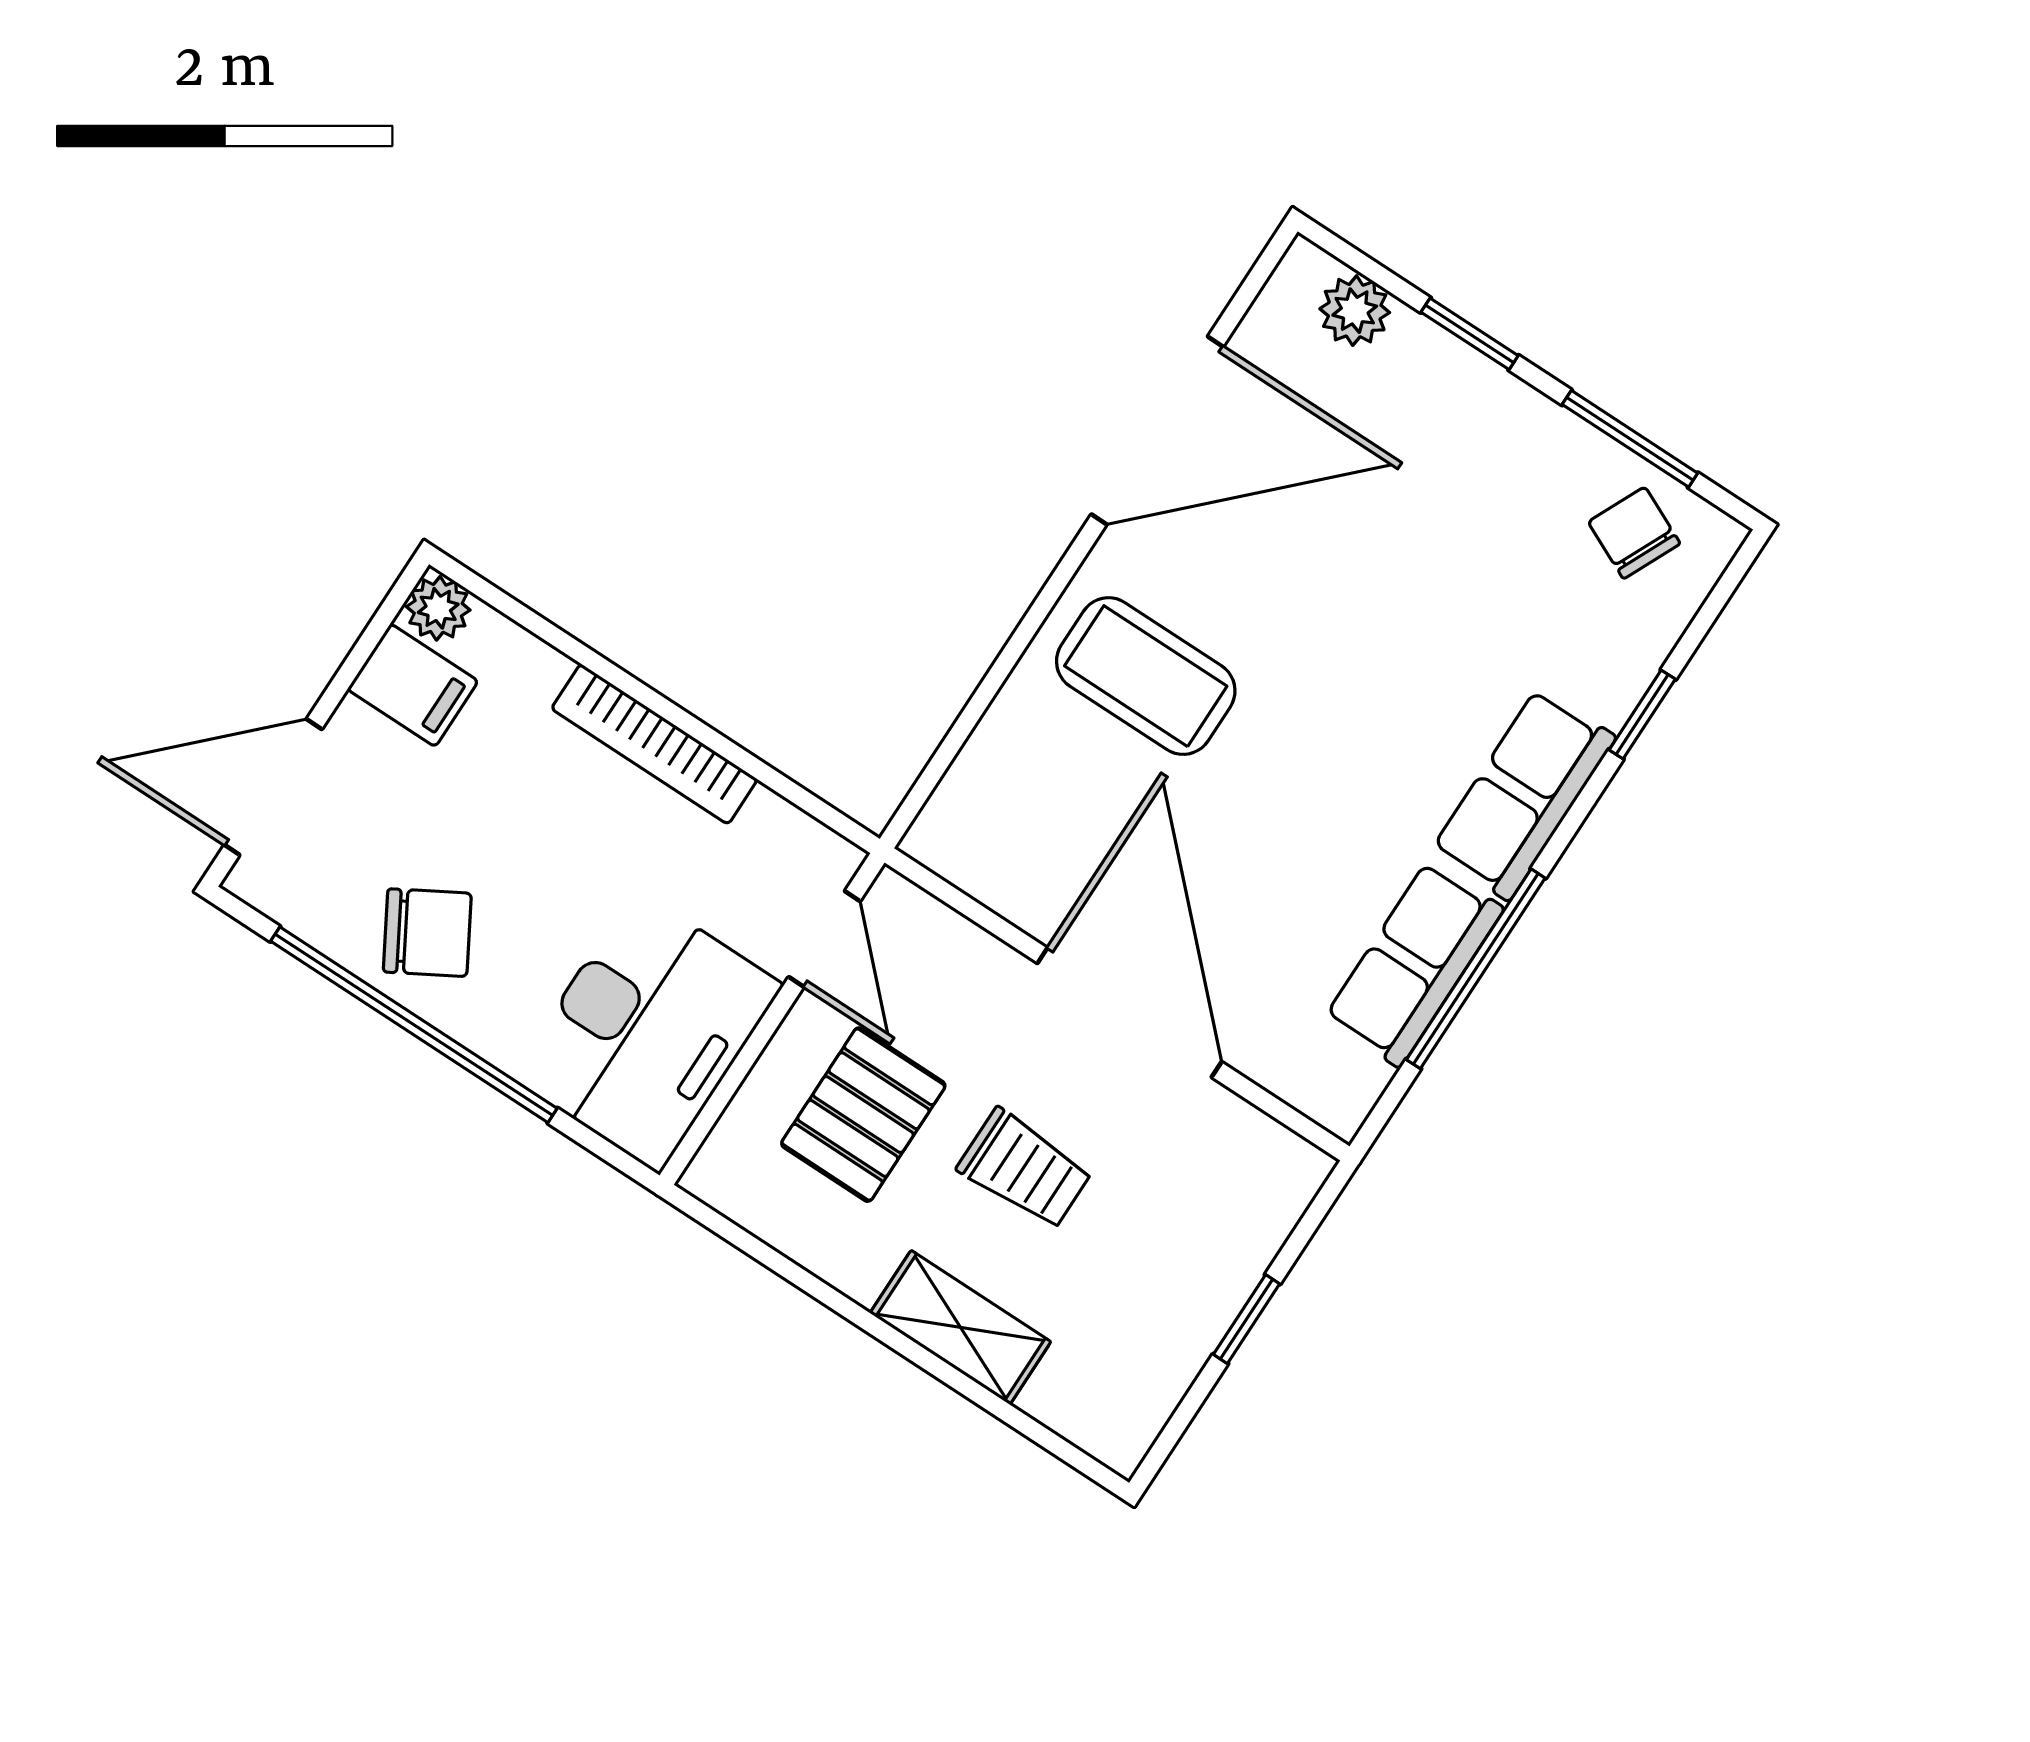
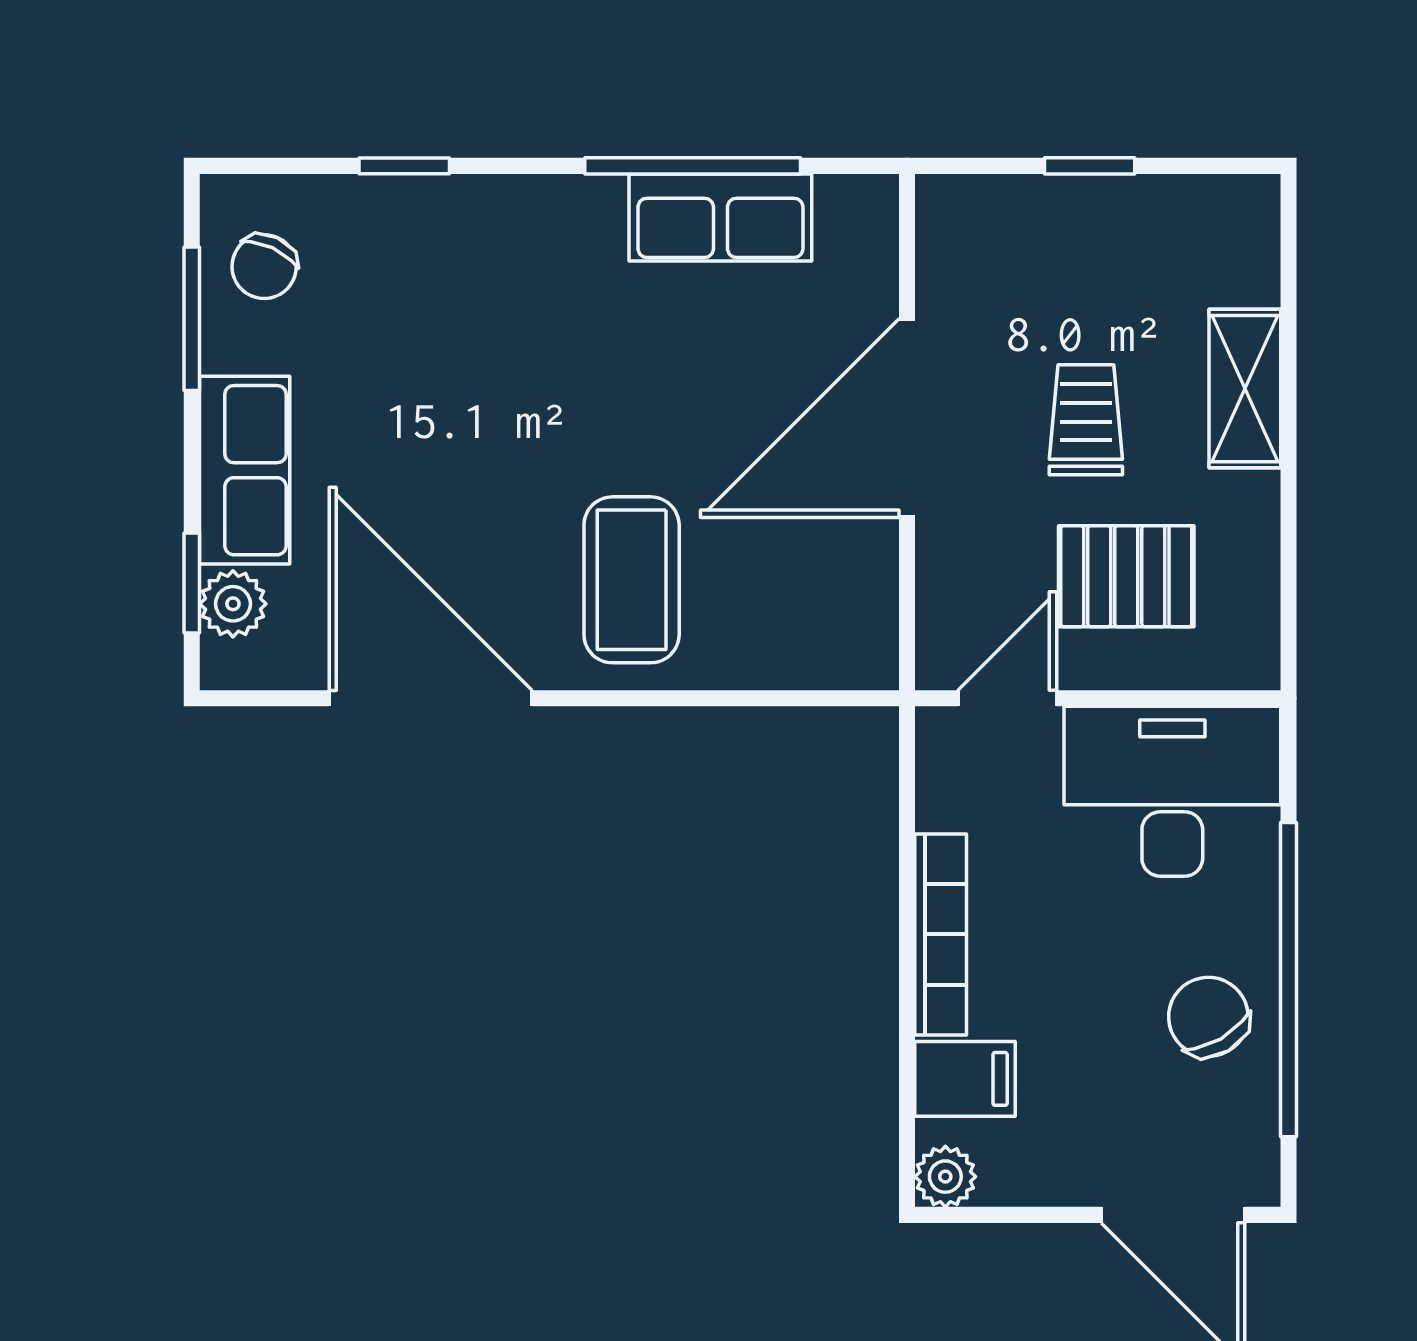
window: (1470, 334) -> (192, 583), moved
filing cabinet: (413, 685) -> (965, 1079), moved, turned 90
row of seats: (1524, 794) -> (245, 470), moved, turned -90

